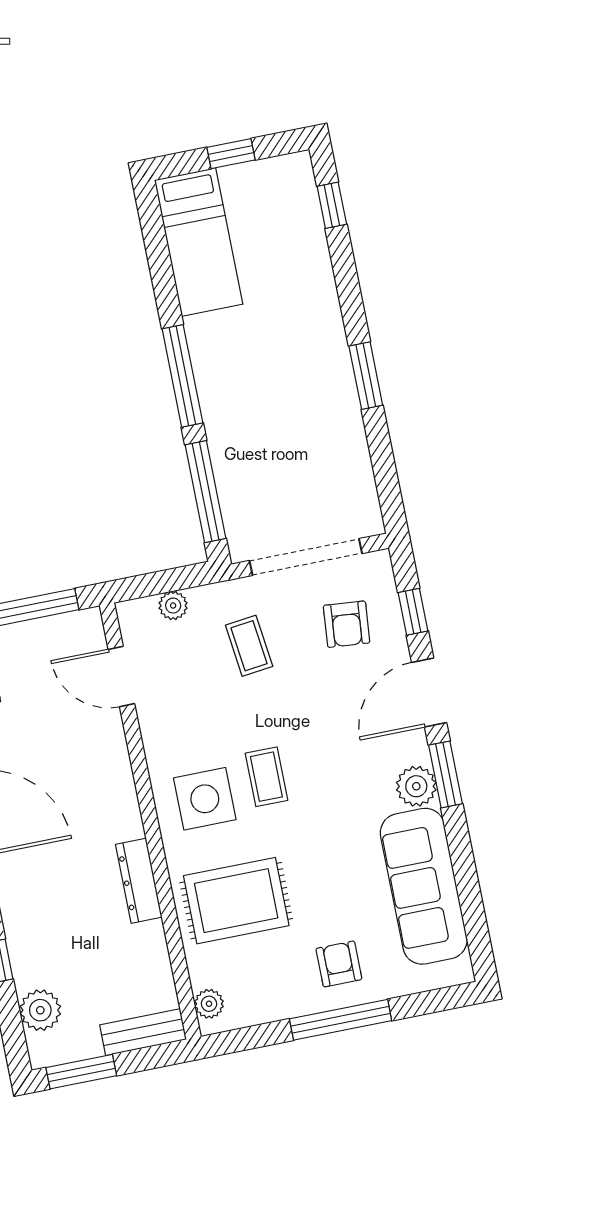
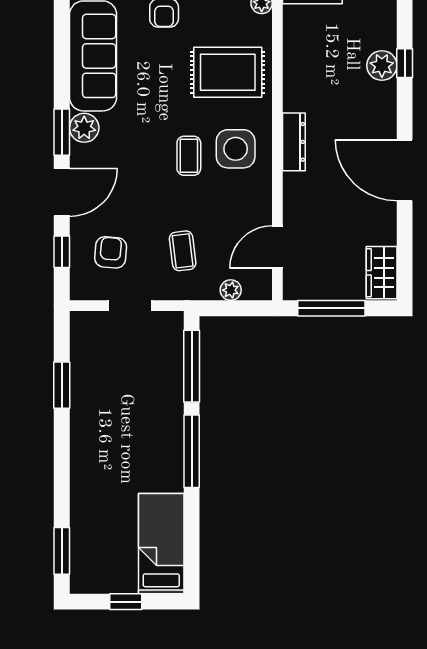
window: (332, 205) -> (62, 551), width x1.50
window: (366, 376) -> (62, 385), moved
doorway: (306, 557) -> (130, 306), width x0.53
door: (121, 676) -> (277, 247), swing flipped
dresser: (139, 881) -> (294, 142), moved
plant: (40, 1010) -> (382, 65), moved

